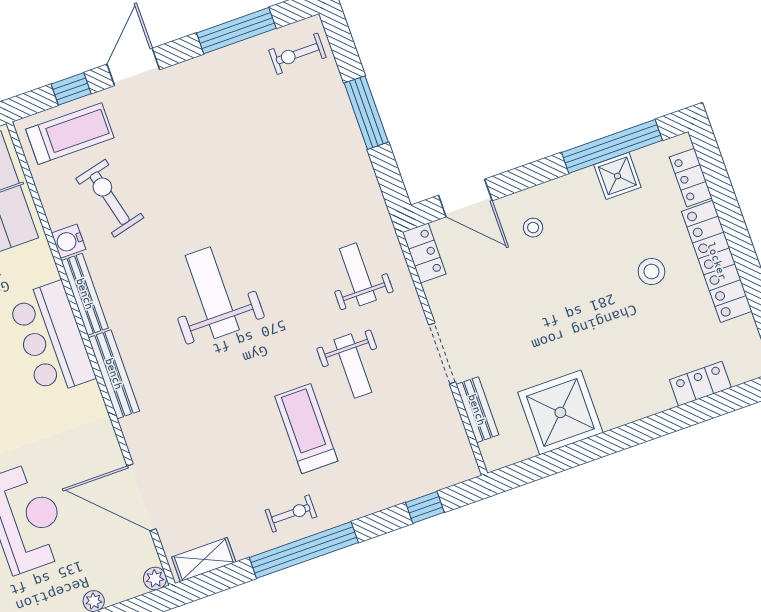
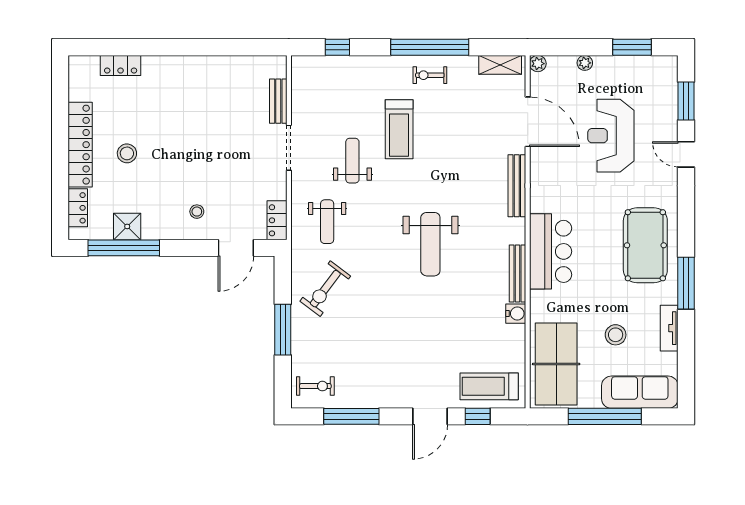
exercise bike: (110, 198) -> (325, 289), moved, turned 51
door: (465, 198) -> (236, 248), swing flipped
bench: (114, 374) -> (517, 186), moved
shower: (560, 412) -> (223, 79), removed

